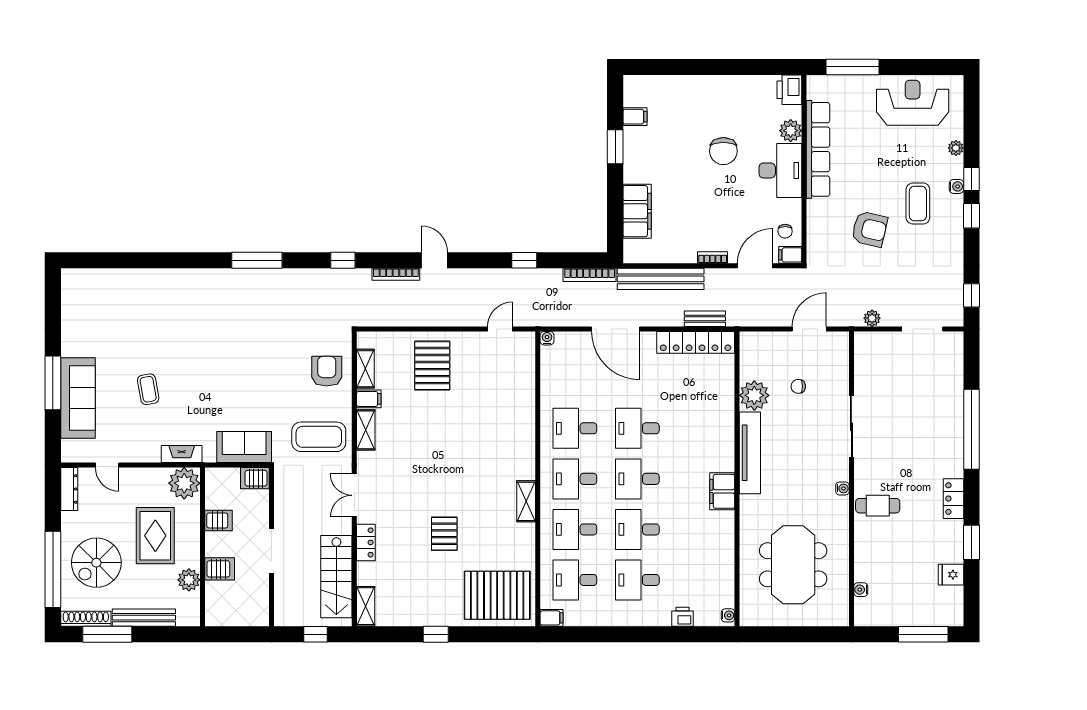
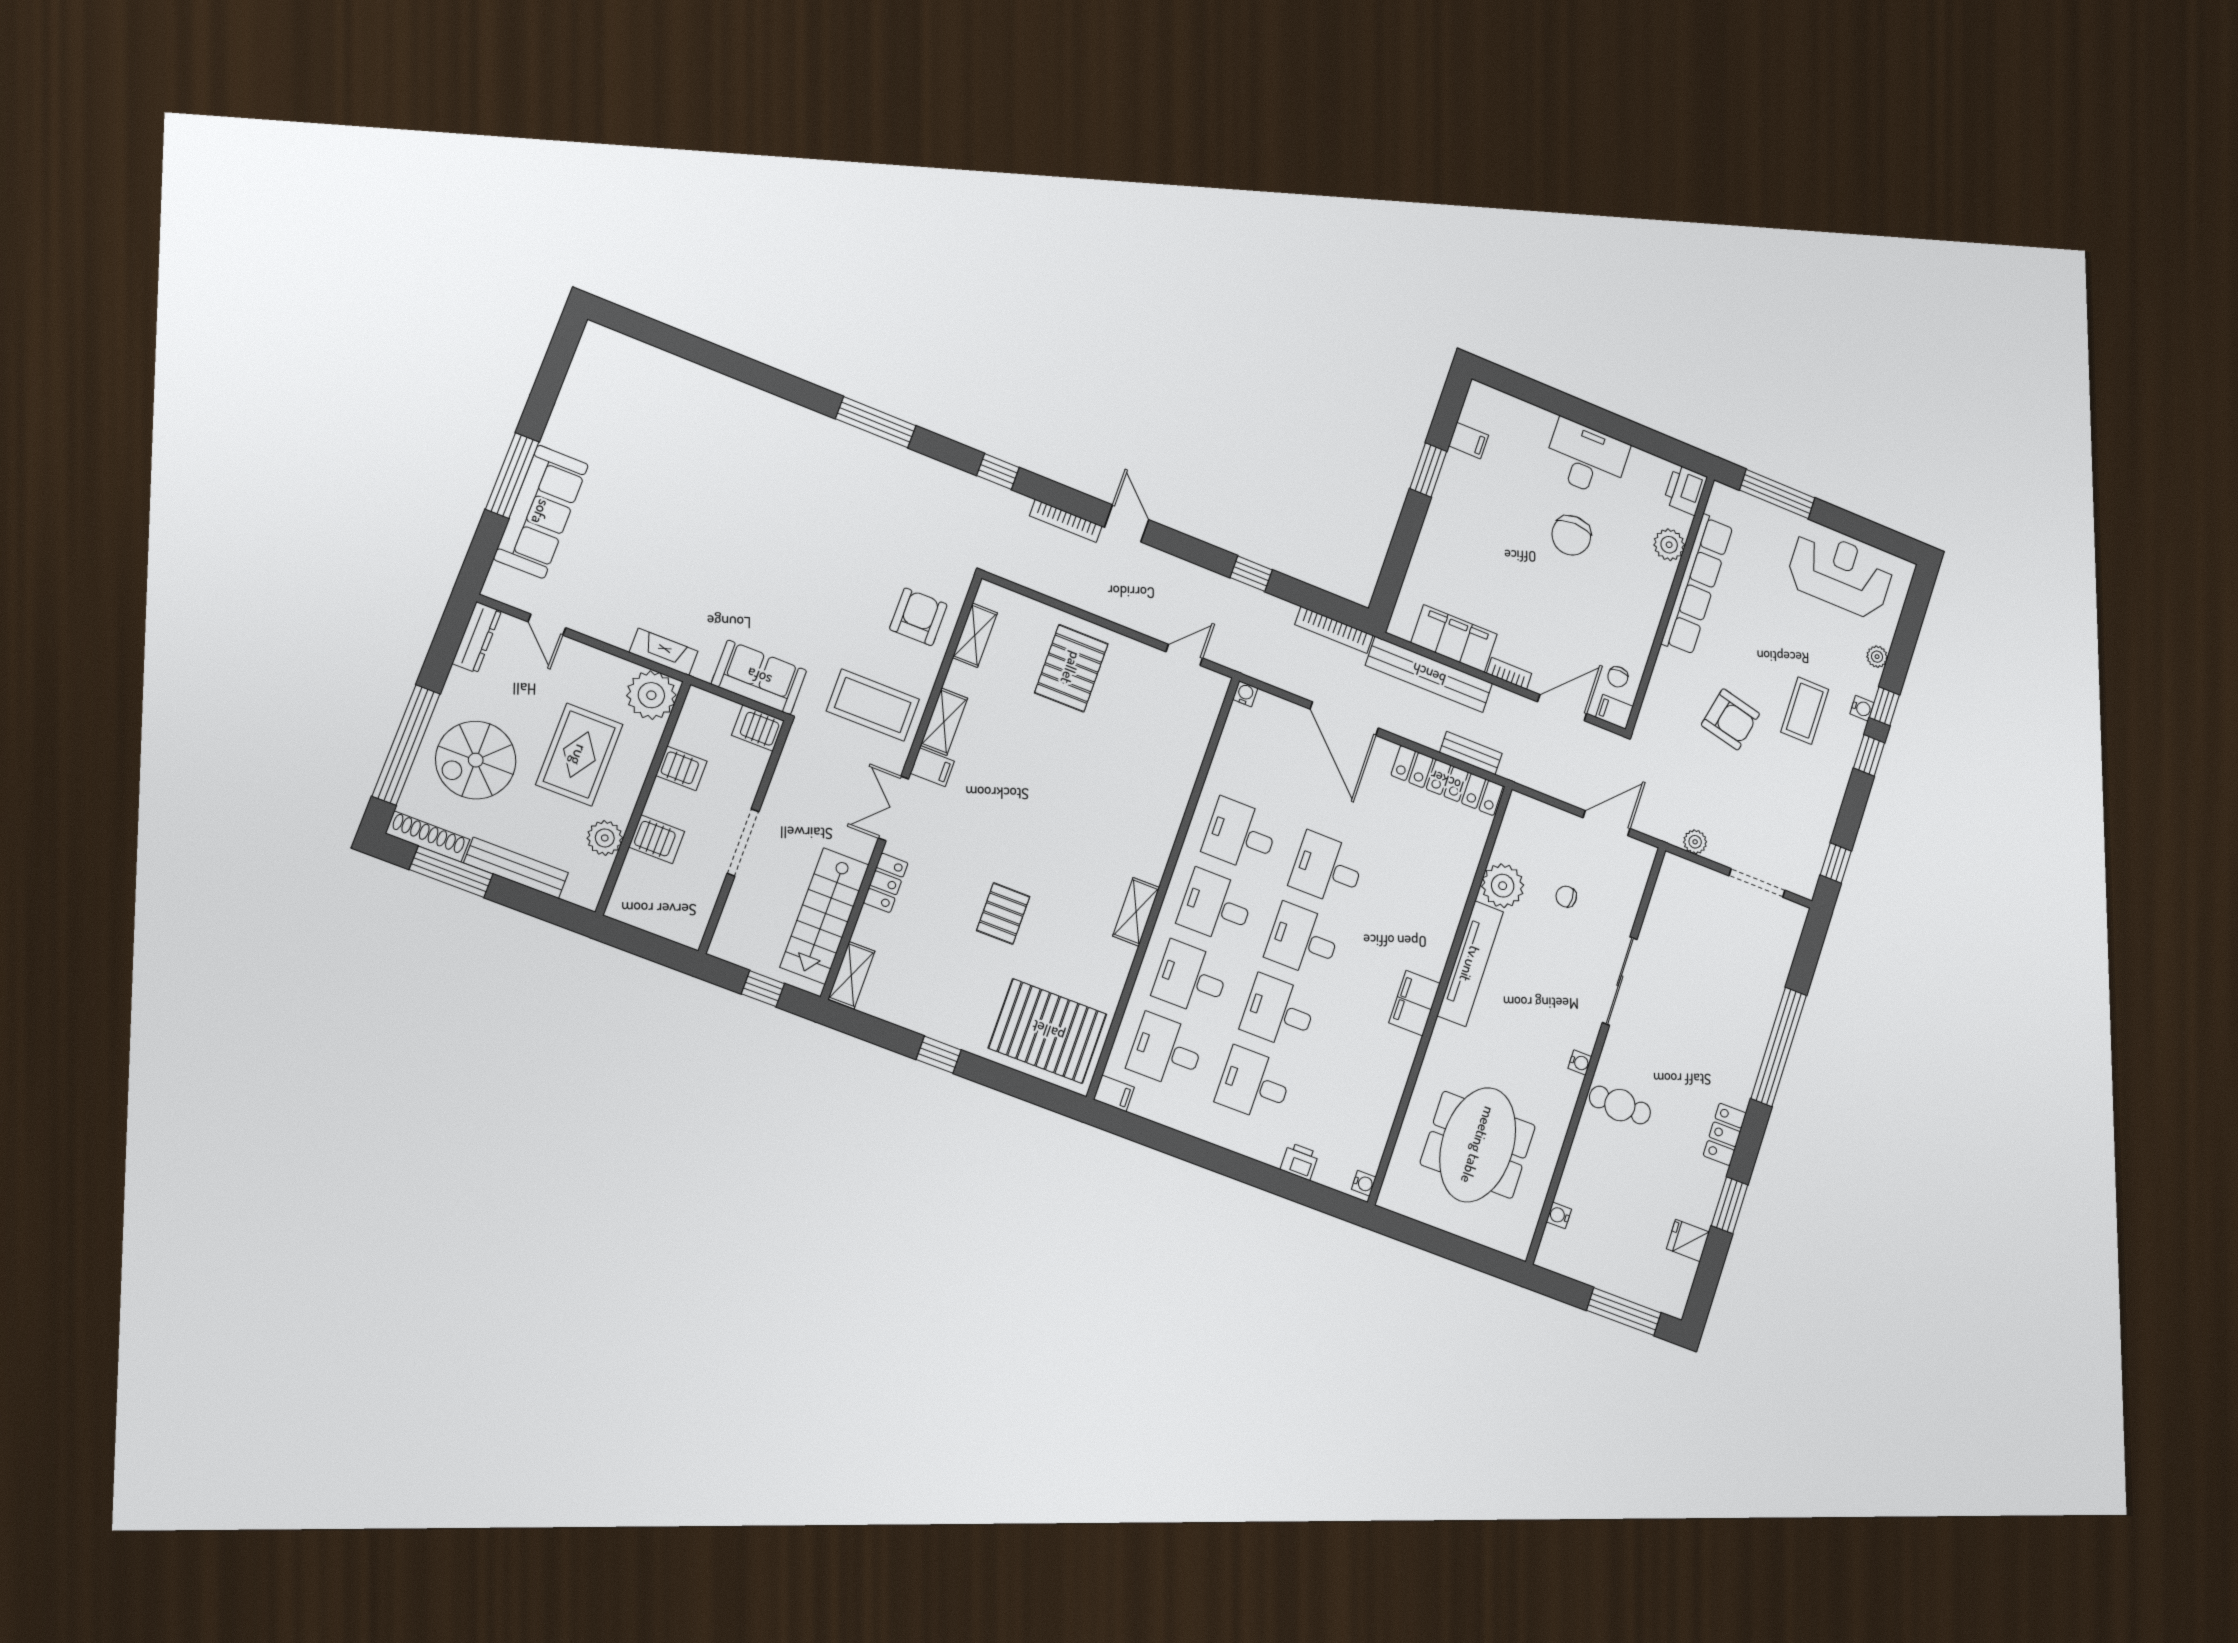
desk: (780, 170) -> (1586, 458), moved, turned -90
filing cabinet: (637, 211) -> (1454, 638), moved, turned -90
coffee table: (148, 389) -> (650, 540), removed
filing cabinet: (369, 399) -> (932, 767), moved

